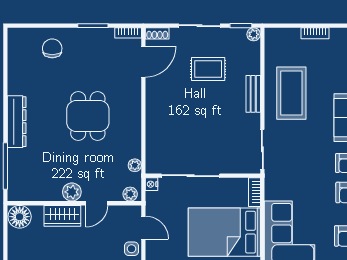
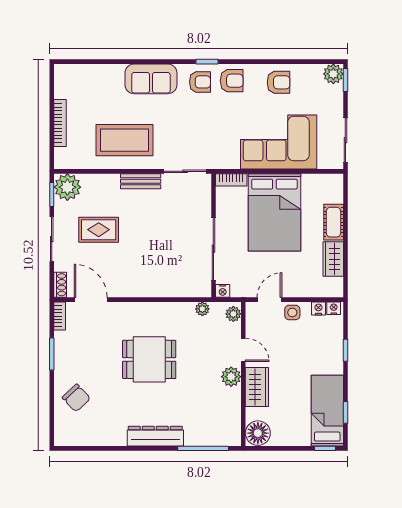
bookcase: (315, 33) -> (60, 123), width x1.56
plant: (254, 34) -> (67, 187), width x1.88, depth x1.88
chair: (52, 48) -> (76, 398), turned -133
rug: (208, 69) -> (99, 230), turned 90
bench: (253, 94) -> (141, 181), moved

